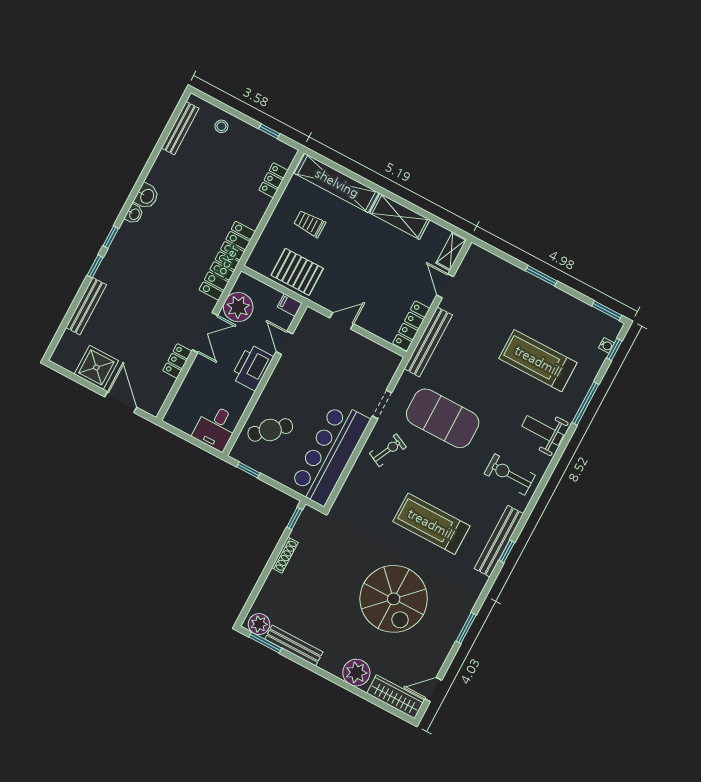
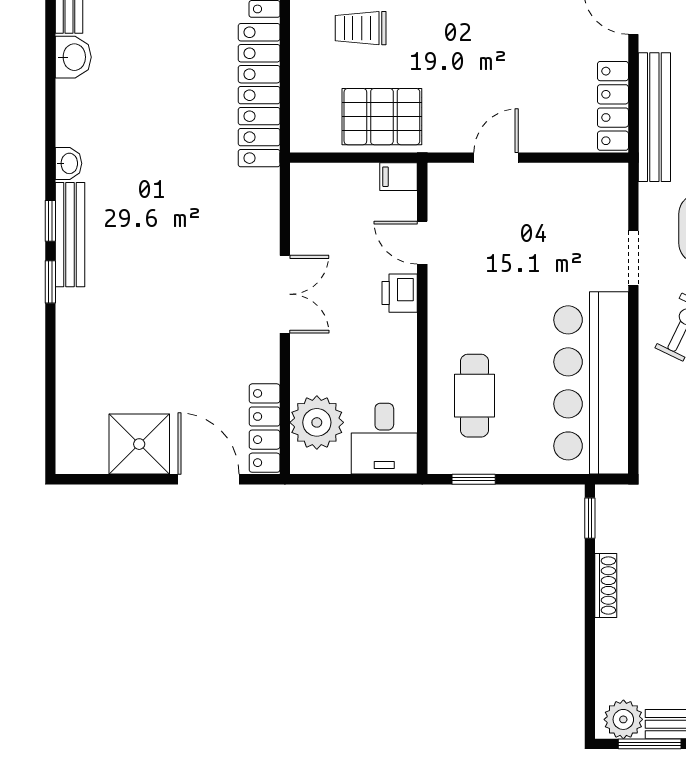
washbasin: (147, 196) -> (73, 57), moved
locker: (227, 261) -> (259, 95), moved
bench: (86, 306) -> (70, 235), moved
plant: (238, 307) -> (317, 422), moved
locker: (177, 361) -> (265, 428), moved, width x1.53
printer: (252, 367) -> (400, 293), width x0.53, depth x0.68
cafe table: (270, 430) -> (474, 396), turned -48

